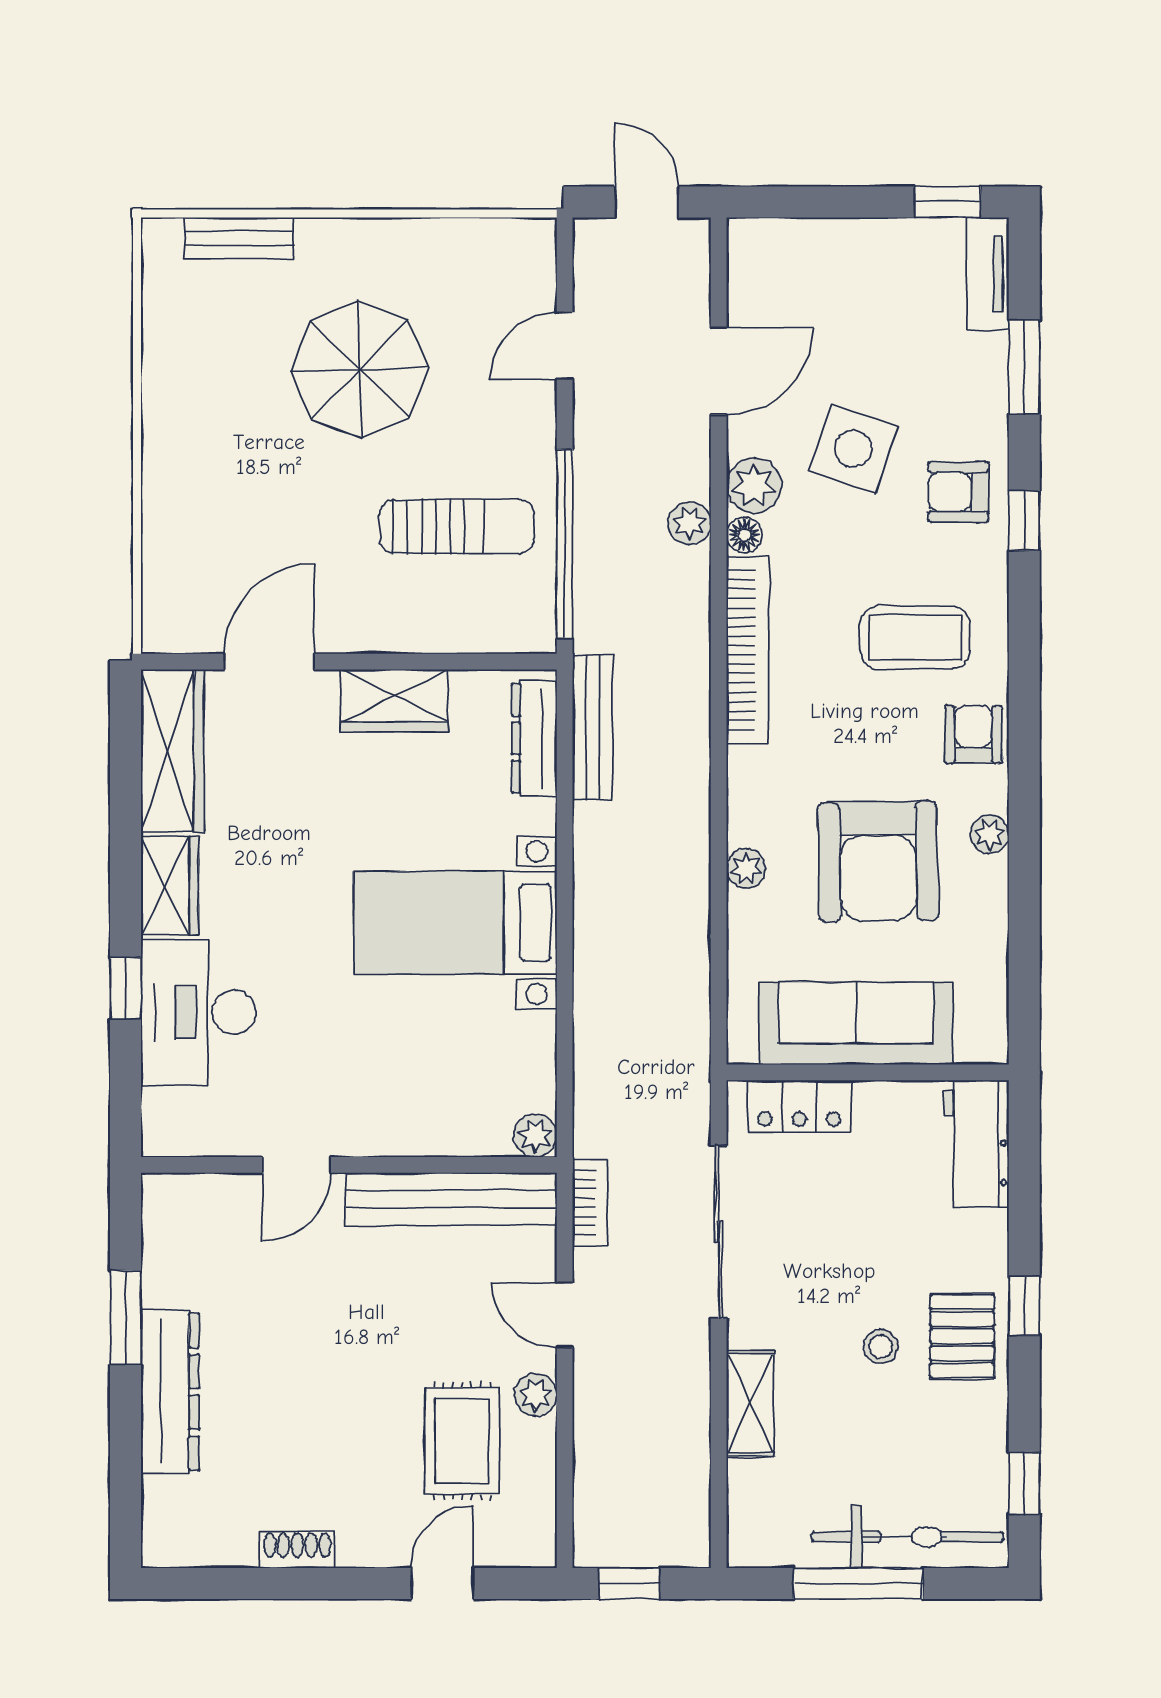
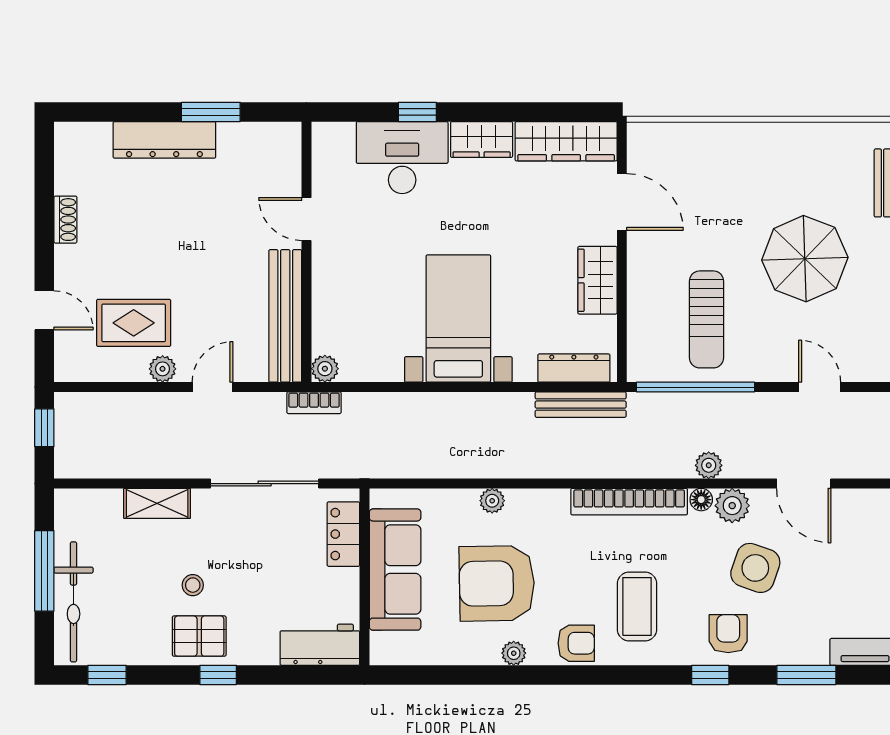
bookcase: (590, 1203) -> (314, 403), moved

